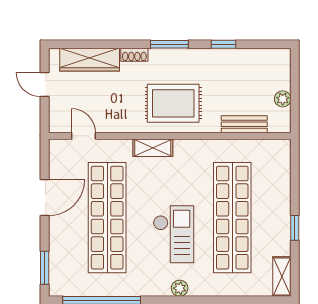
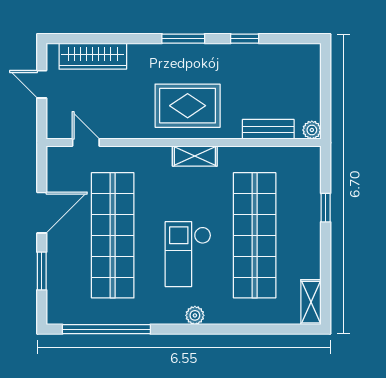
shoe rack: (134, 55) -> (144, 51), removed
plant: (283, 99) -> (312, 130), moved
shelving: (153, 148) -> (195, 156), moved
window: (295, 228) -> (326, 208), moved
checkout: (174, 234) -> (188, 254), turned 180
window: (45, 268) -> (42, 271), moved

